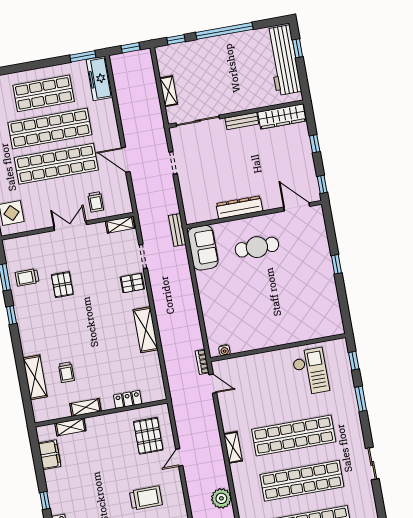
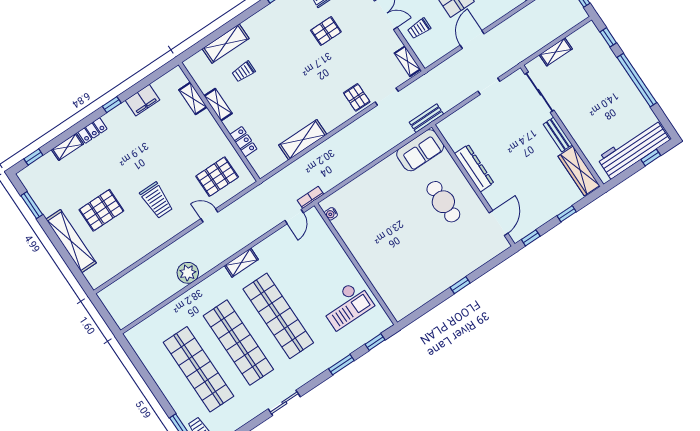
shelving: (146, 330) -> (303, 140), moved
filing cabinet: (50, 455) -> (143, 100), moved

